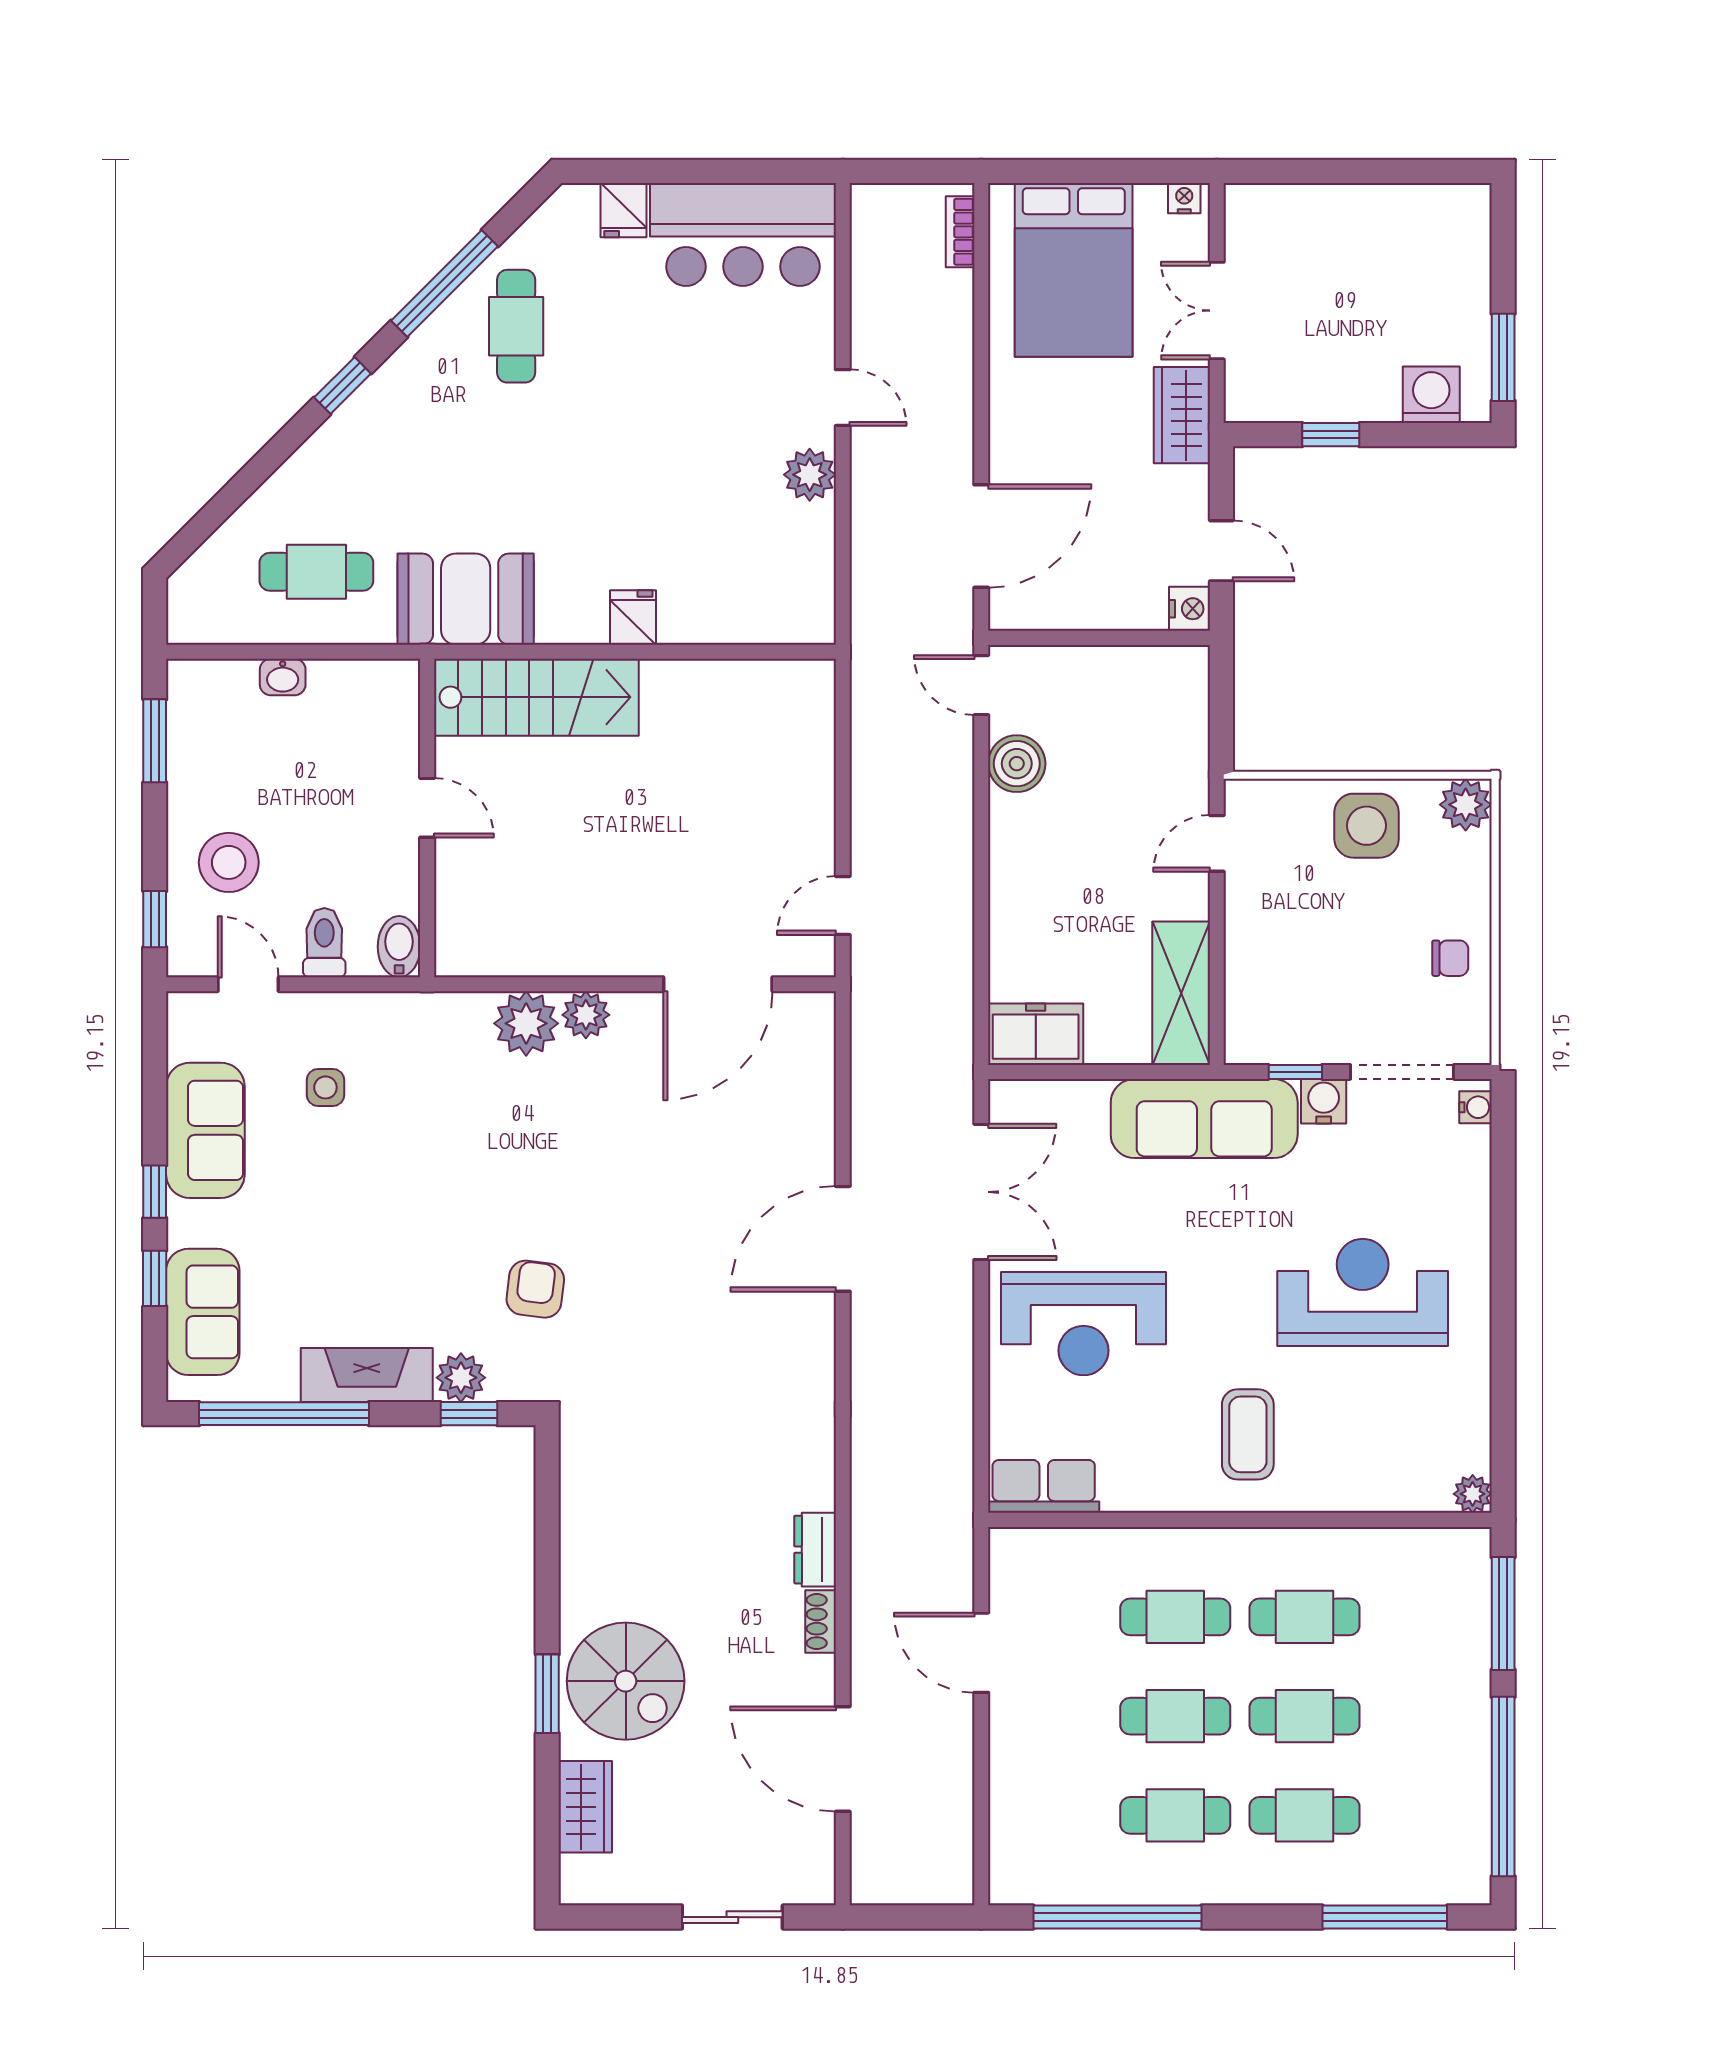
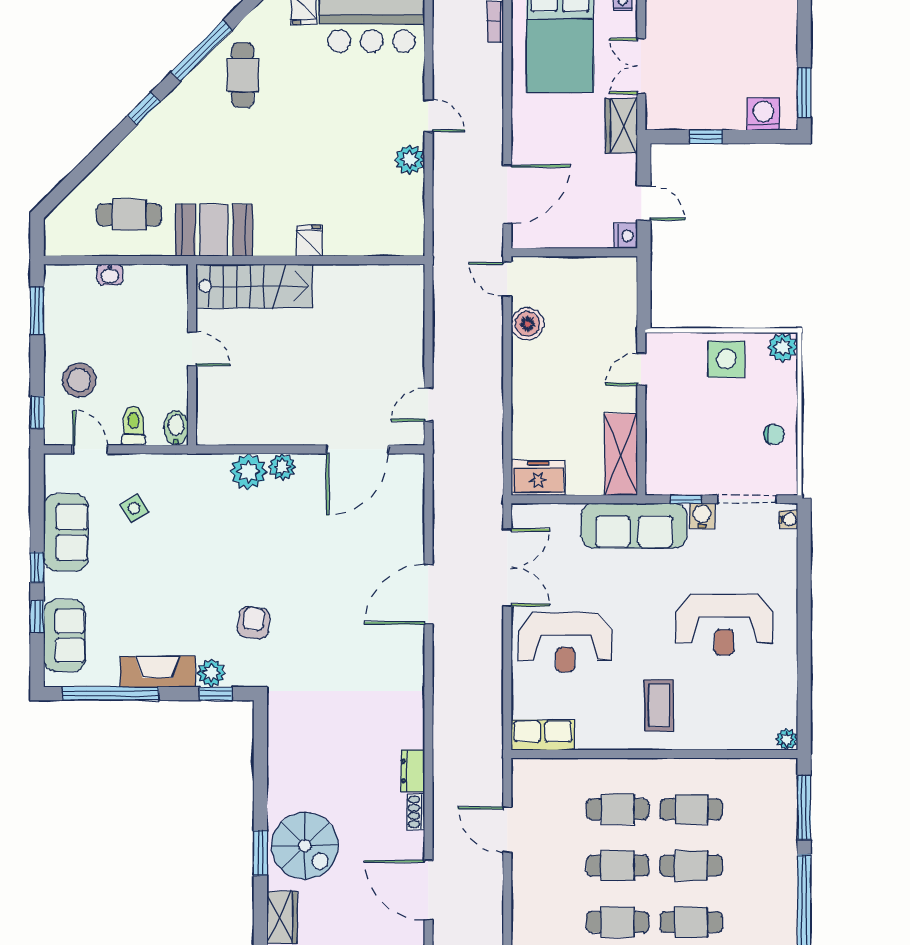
side table: (325, 1087) -> (134, 508), turned -33
reception desk: (1363, 1292) -> (724, 625), turned 180

